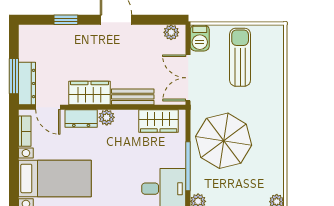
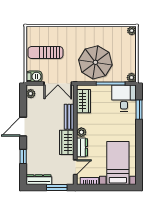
dresser: (27, 83) -> (39, 180), moved

